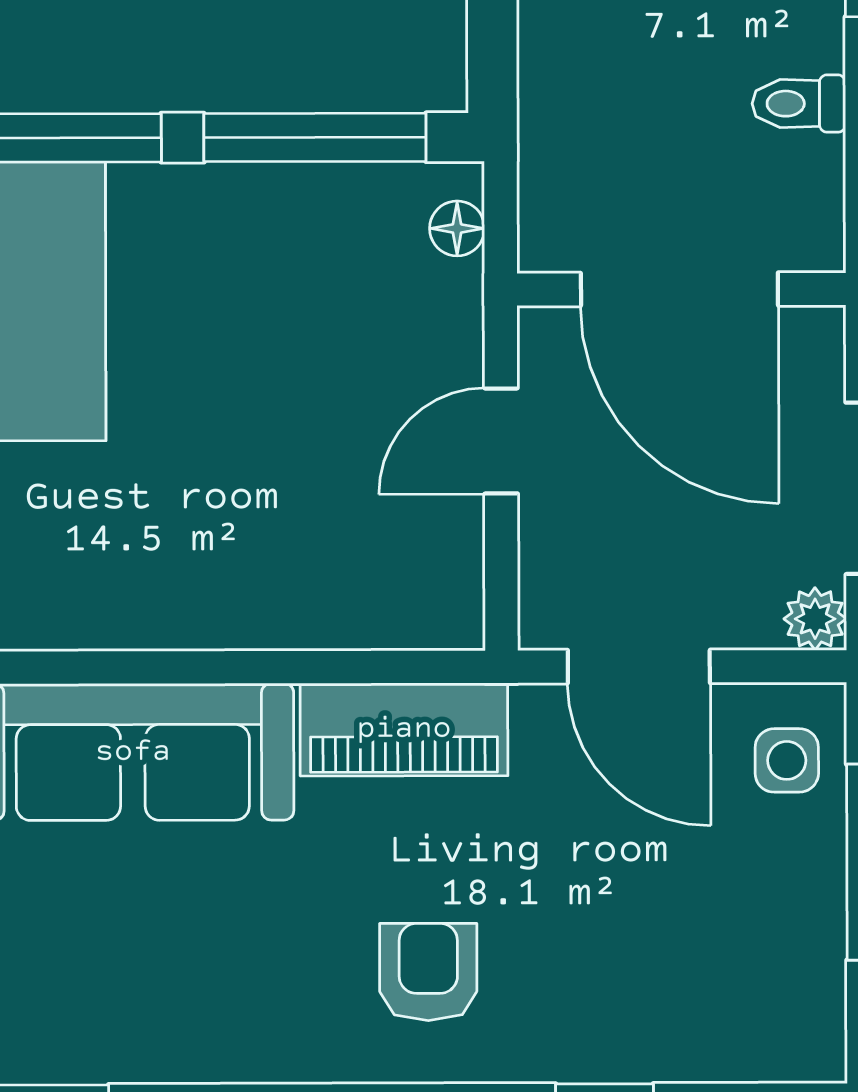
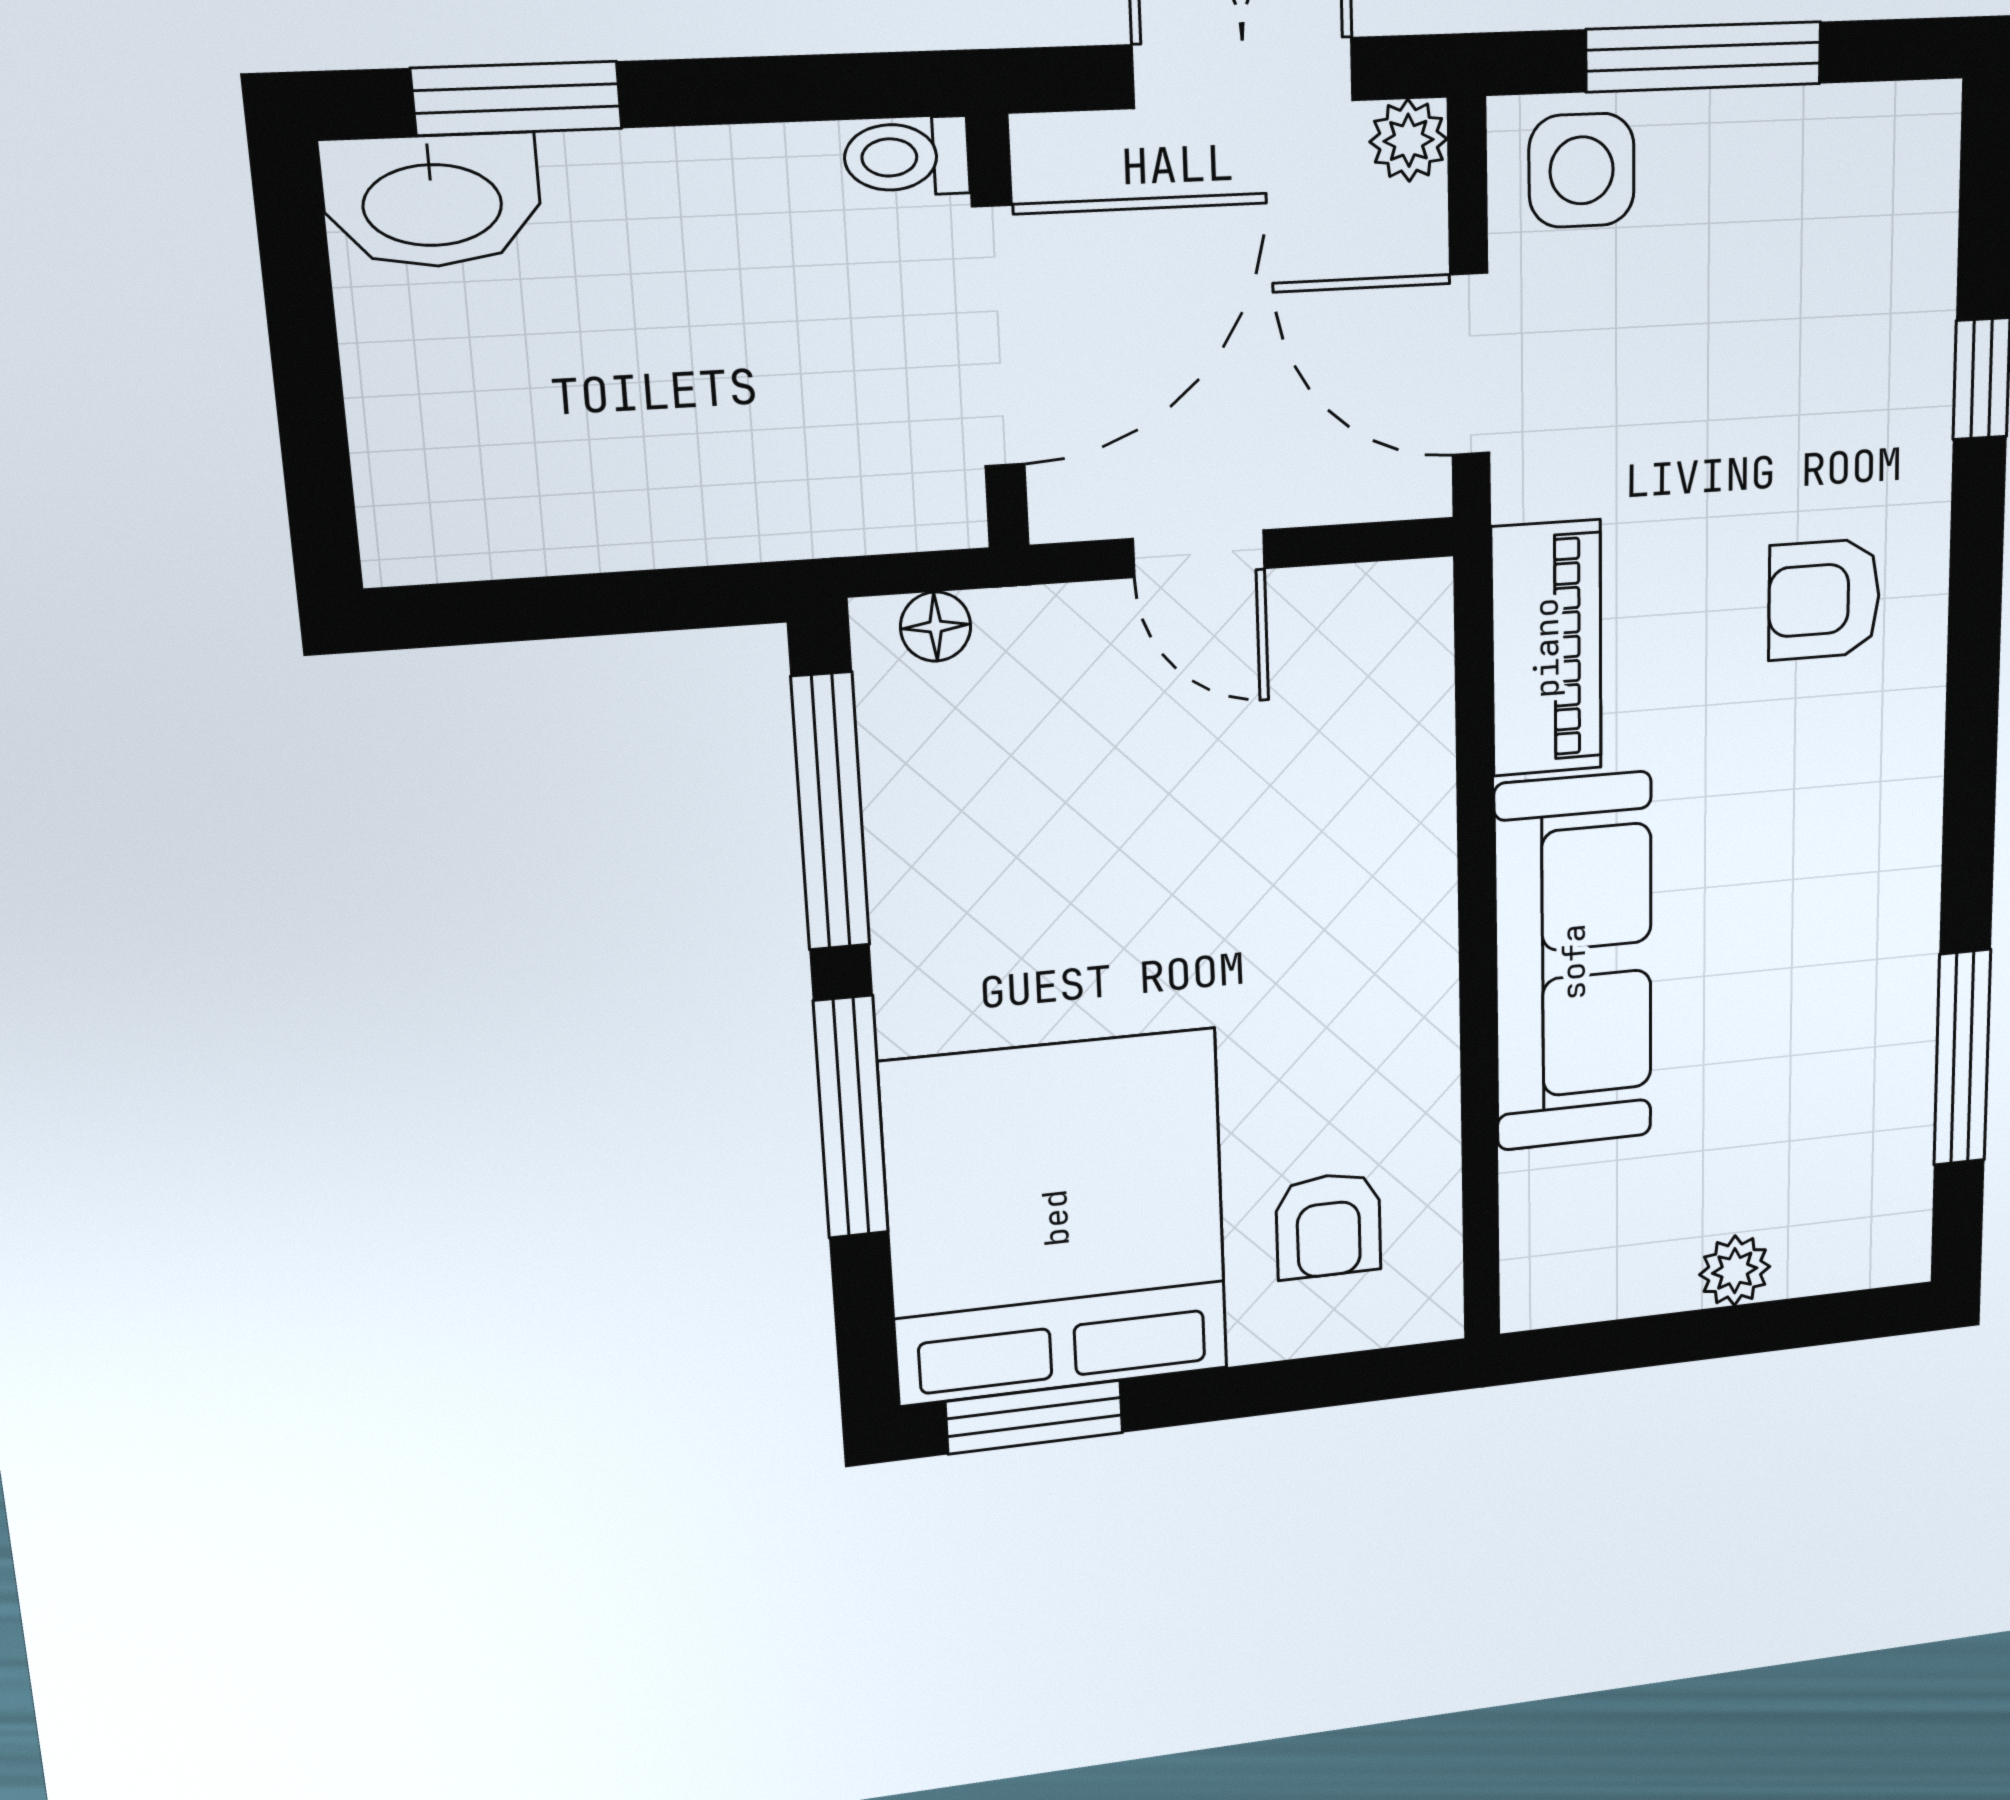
toilet: (799, 104) -> (907, 157), moved, turned 90
door: (639, 667) -> (1470, 364), swing flipped
side table: (787, 760) -> (1582, 170), width x1.37, depth x1.37

